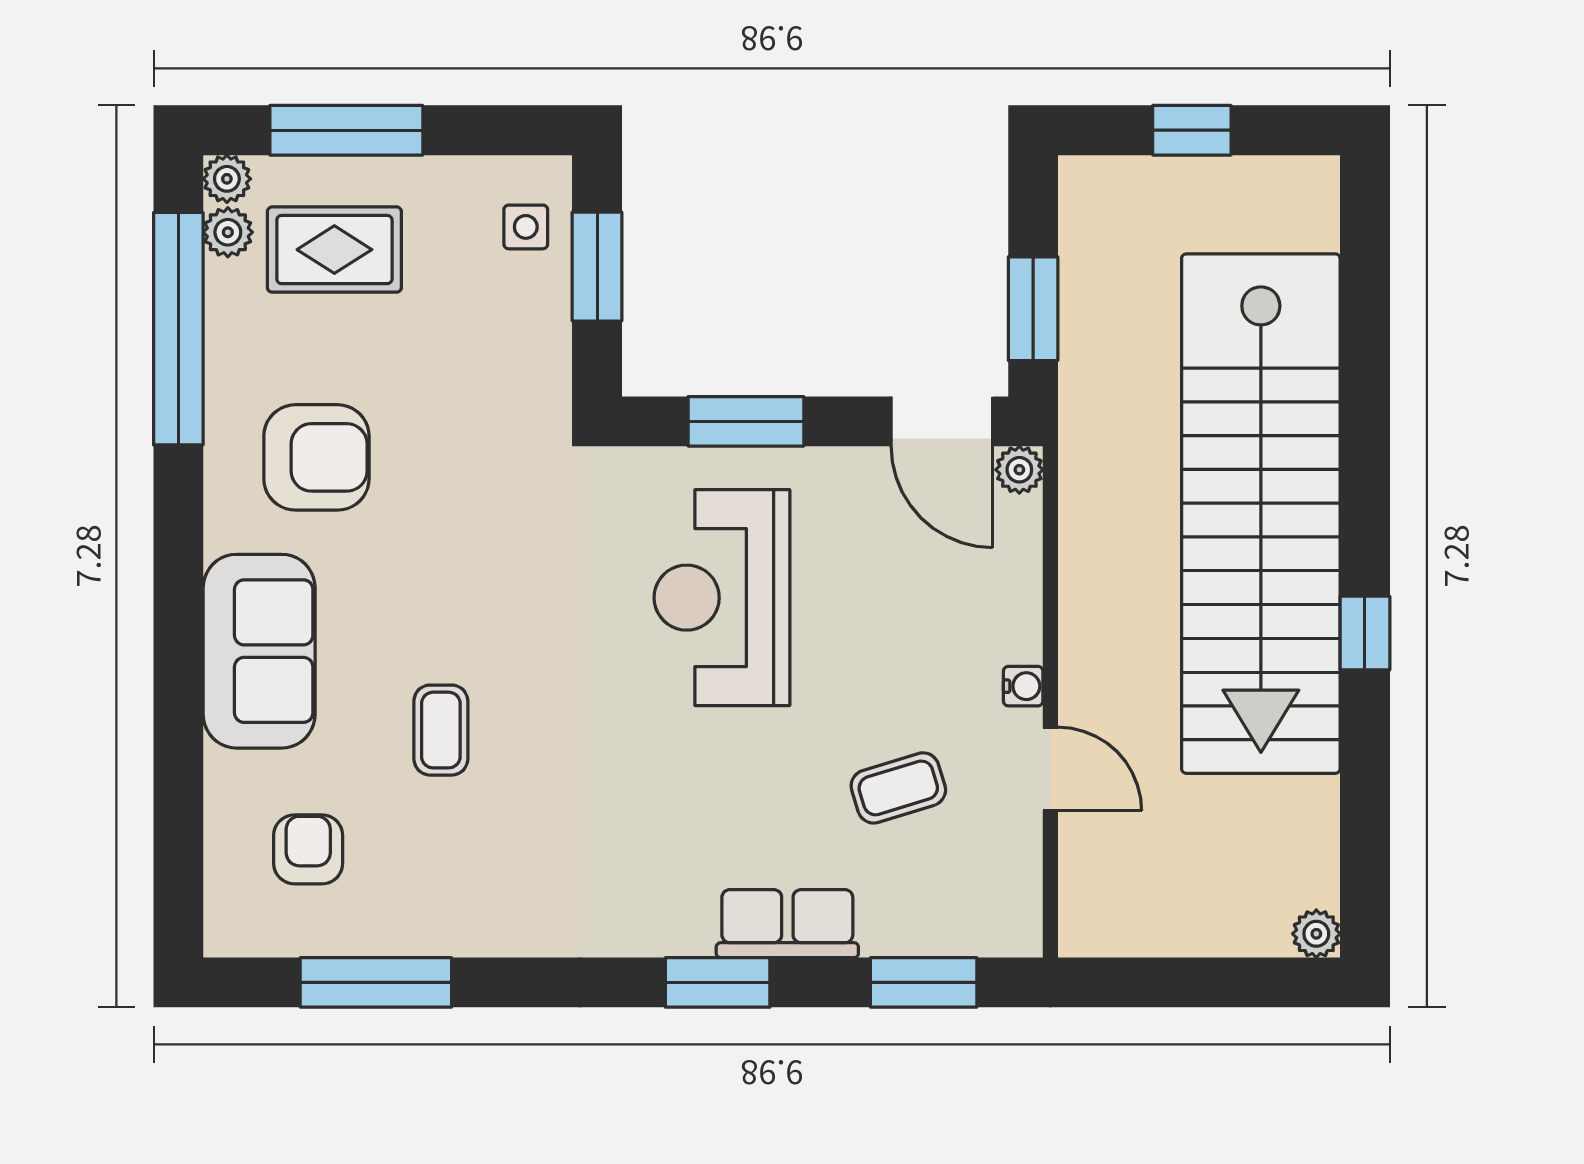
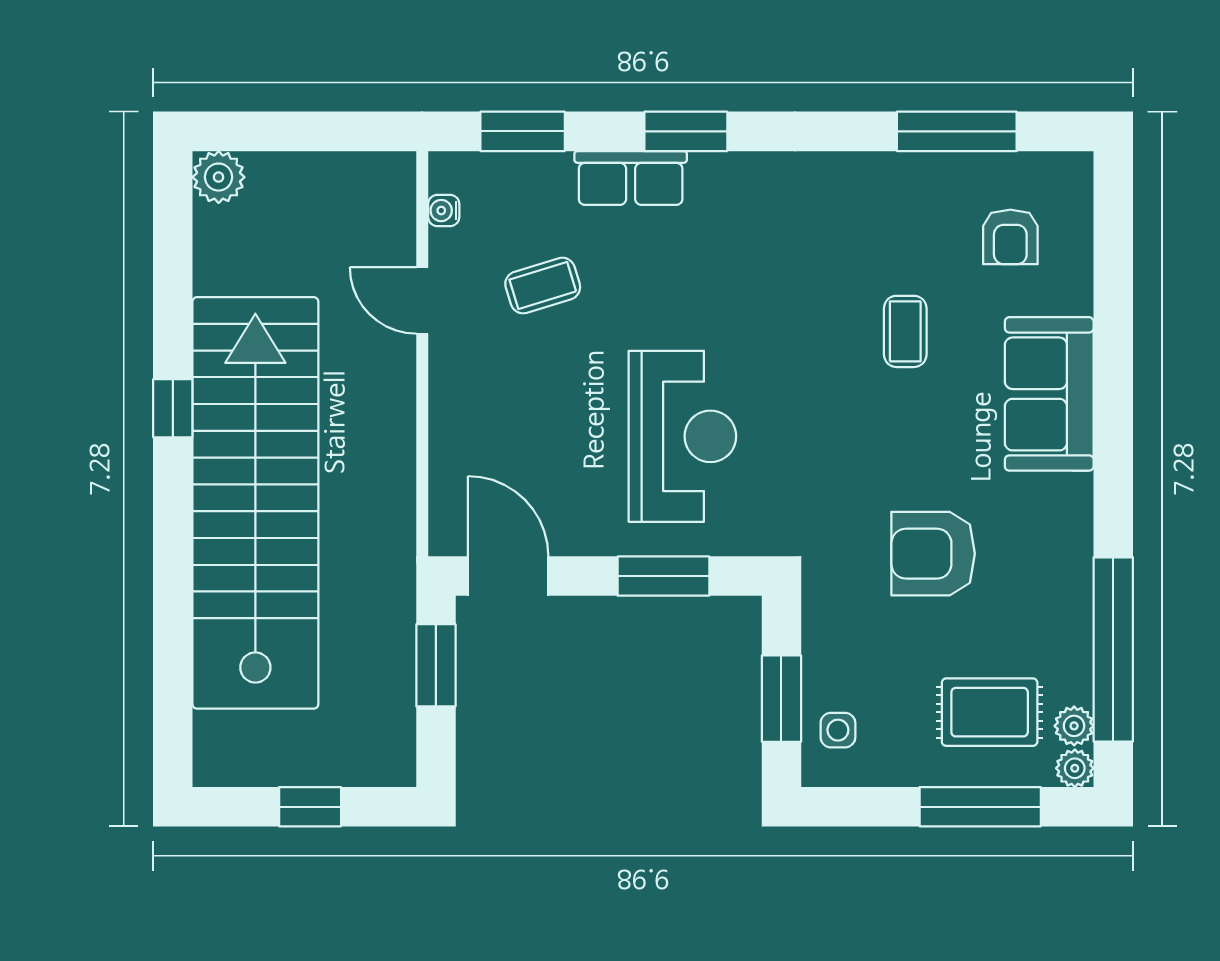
armchair: (316, 457) -> (933, 554), moved
plant: (1019, 470) -> (447, 538), removed
water cooler: (1023, 686) -> (444, 211), moved
plant: (1316, 934) -> (219, 177), width x1.38, depth x1.38

